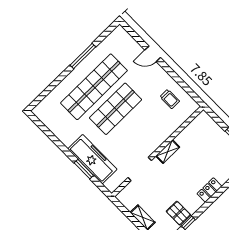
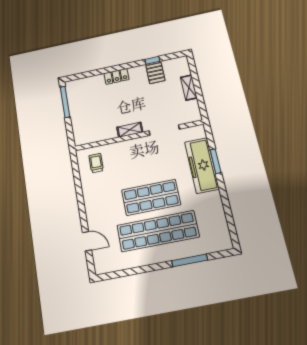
door: (153, 54) -> (87, 241), moved
window: (83, 56) -> (190, 260), moved
trolley: (170, 99) -> (96, 163), moved

